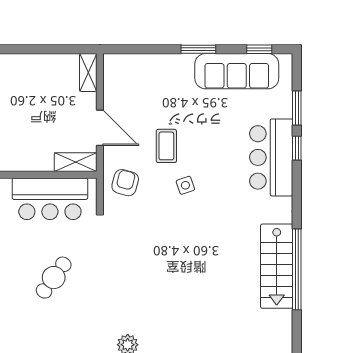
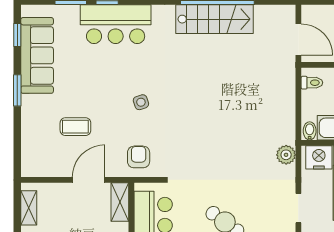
shelving: (88, 72) -> (29, 208), moved, turned 90
coffee table: (166, 146) -> (75, 127), moved
armchair: (125, 183) -> (139, 157), turned 75

